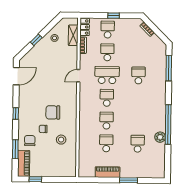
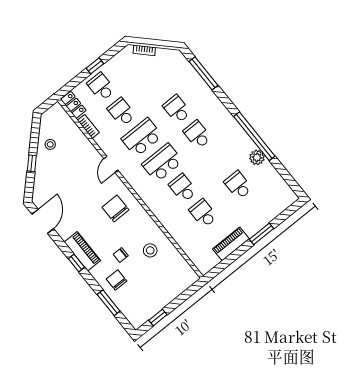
shelving: (73, 35) -> (68, 124), removed
school desk: (107, 98) -> (162, 163), width x1.85
school desk: (138, 98) -> (197, 135), added
chair: (53, 112) -> (116, 209), moved, turned 90
piano: (24, 163) -> (82, 251), moved

